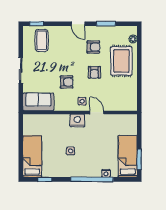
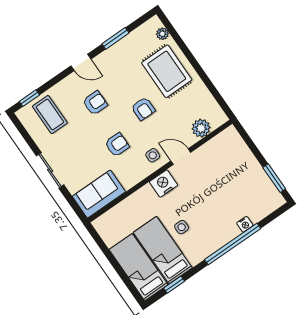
armchair: (93, 47) -> (95, 103), moved
plant: (118, 105) -> (201, 128), added
bed: (128, 156) -> (163, 250), moved

